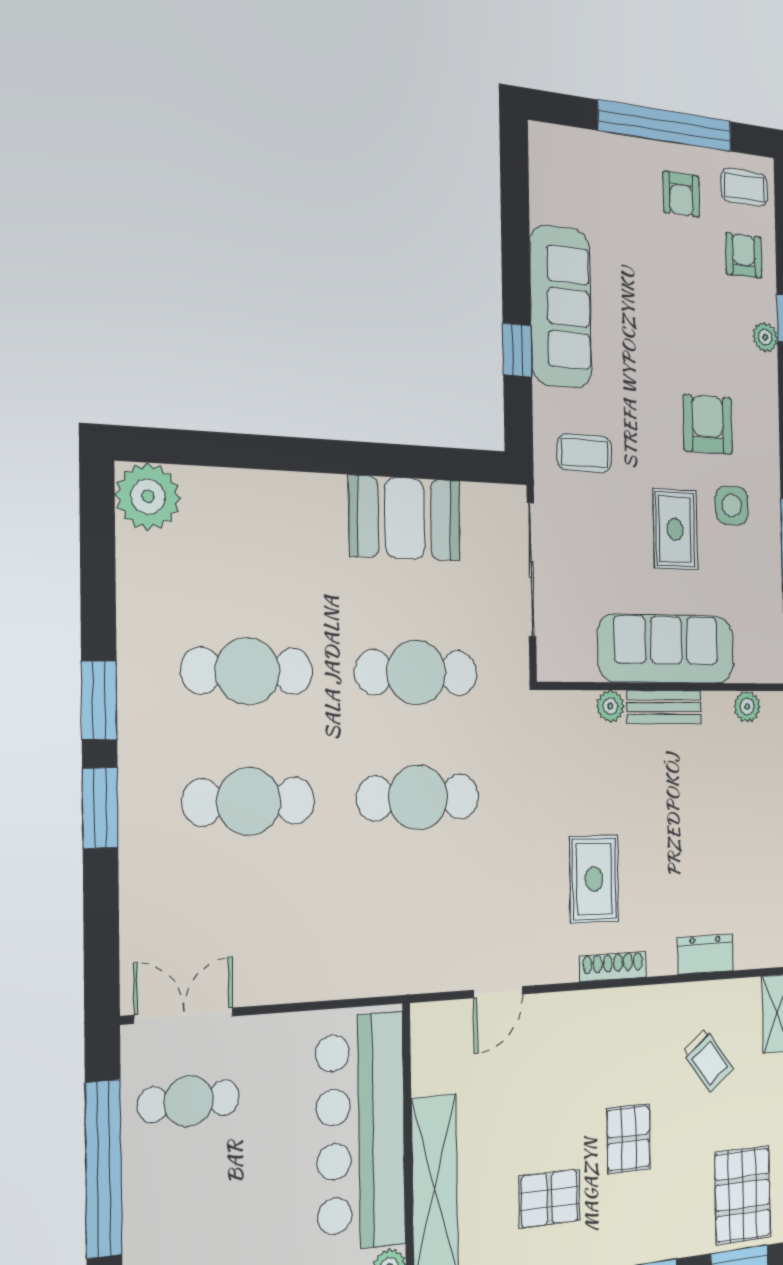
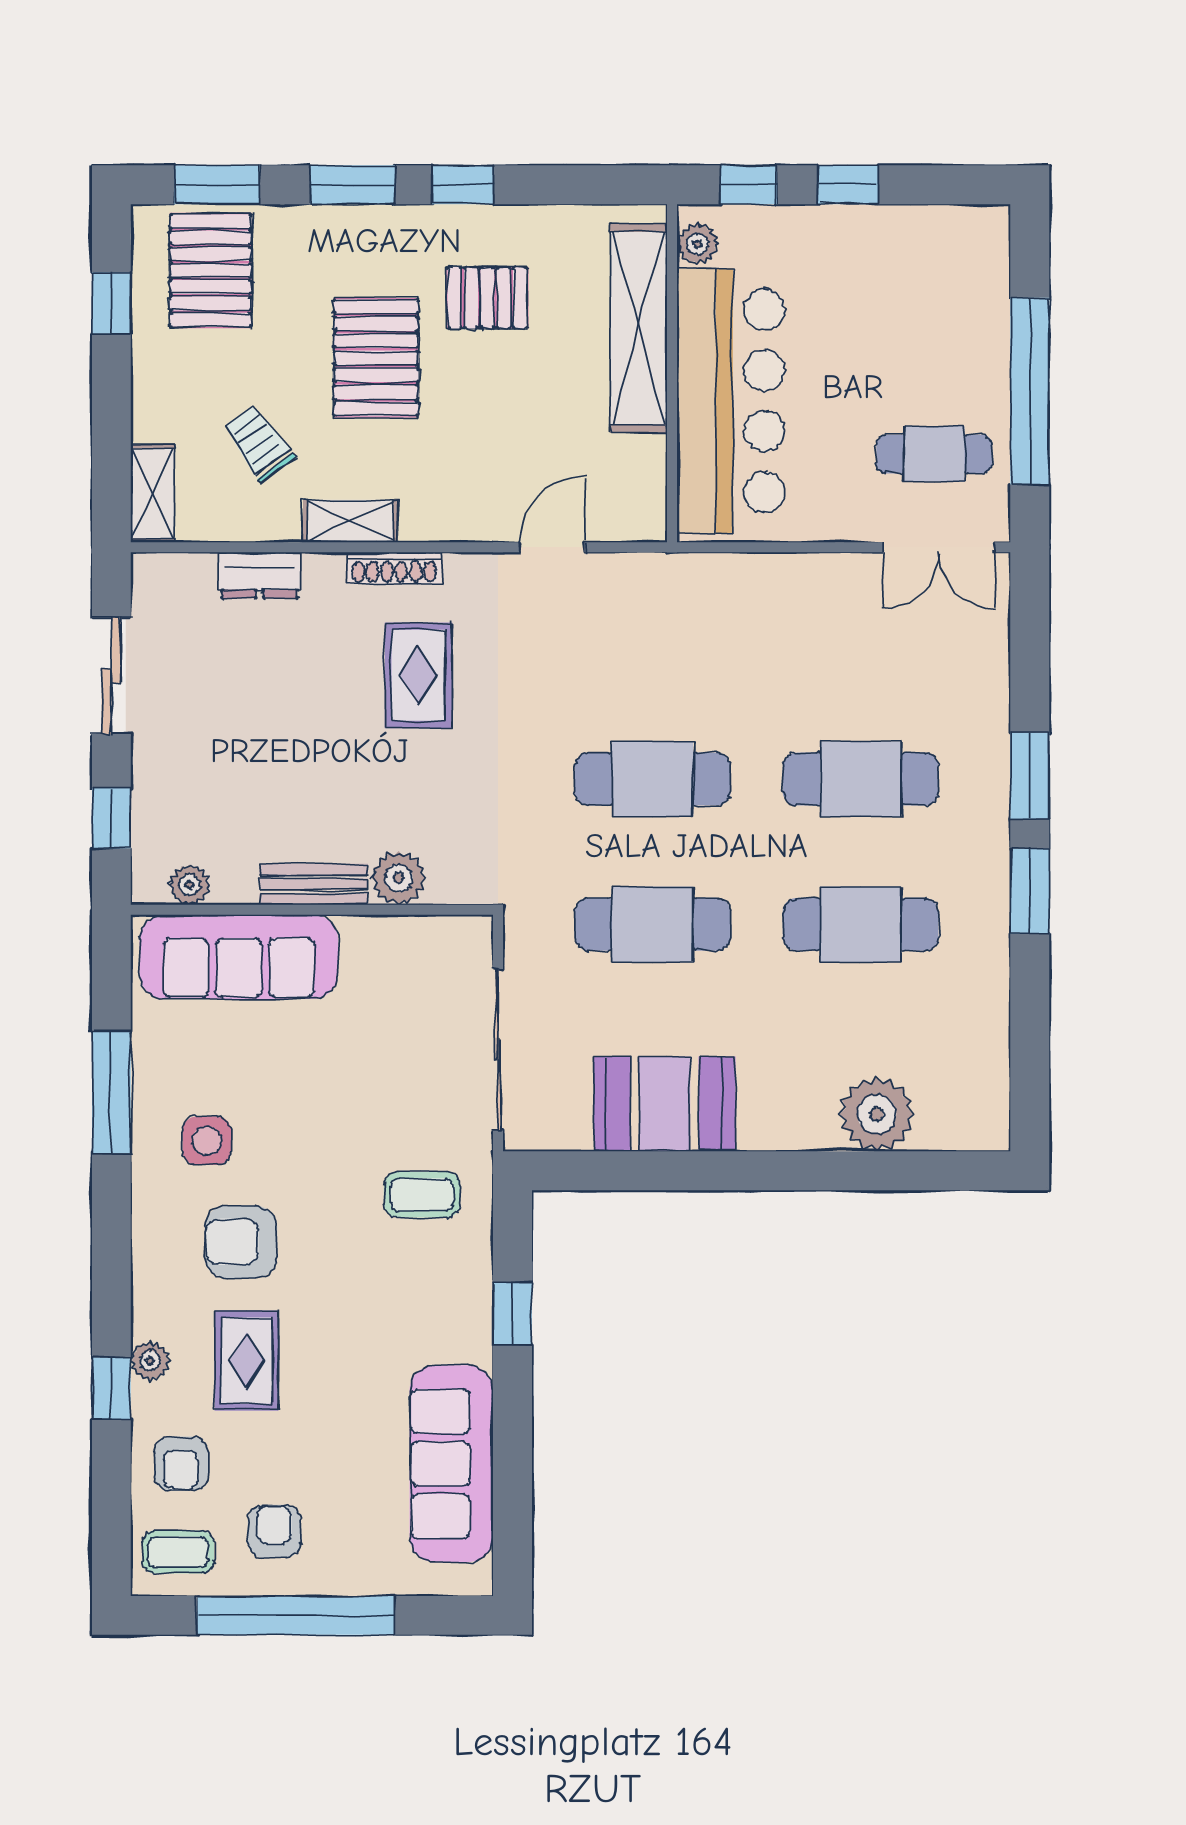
sofa: (561, 307) -> (451, 1464), moved
armchair: (708, 424) -> (241, 1242), turned 90
plant: (148, 496) -> (877, 1114), moved
rug: (675, 529) -> (247, 1361), moved
sofa: (666, 649) -> (239, 957), moved
plant: (610, 706) -> (399, 878), width x1.38, depth x1.38
shelving: (644, 1002) -> (350, 521), added
pallet: (629, 1138) -> (376, 358), width x1.50, depth x1.42

